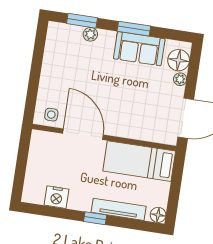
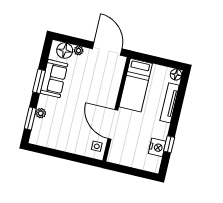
door: (83, 134) -> (113, 124), hinge flipped
window: (95, 218) -> (169, 144), moved

